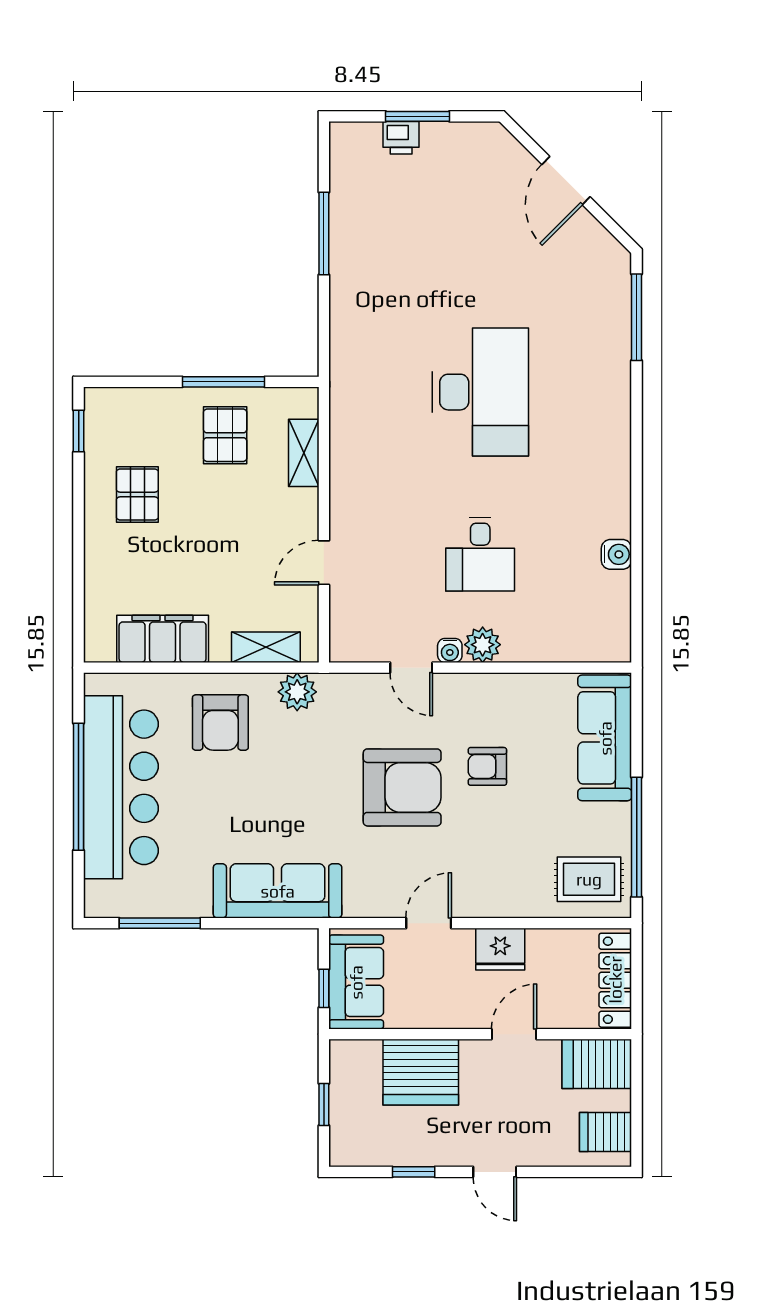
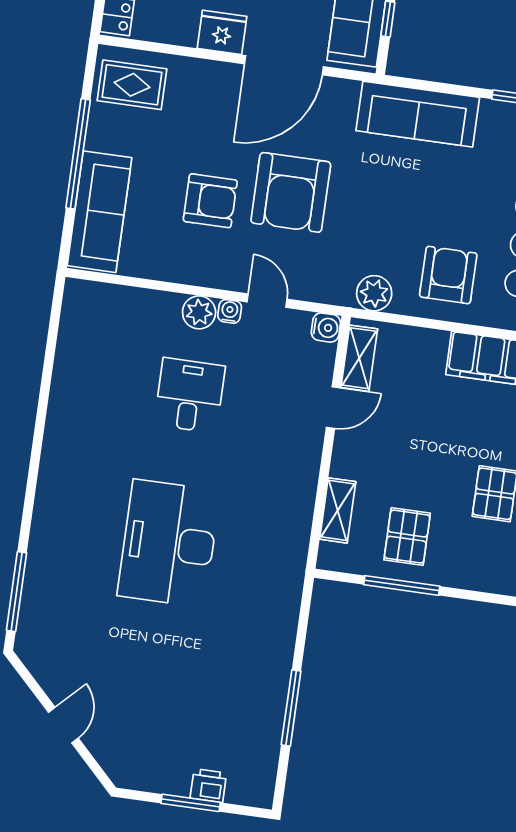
door: (566, 181) -> (63, 725), width x0.73
water cooler: (616, 554) -> (326, 328), moved, turned 180
shelving: (266, 647) -> (359, 358), moved, turned 90
armchair: (487, 766) -> (210, 201), width x1.38, depth x1.38
armchair: (402, 787) -> (291, 192), turned -90
window: (637, 837) -> (78, 154), moved
door: (429, 923) -> (284, 65), width x1.87

